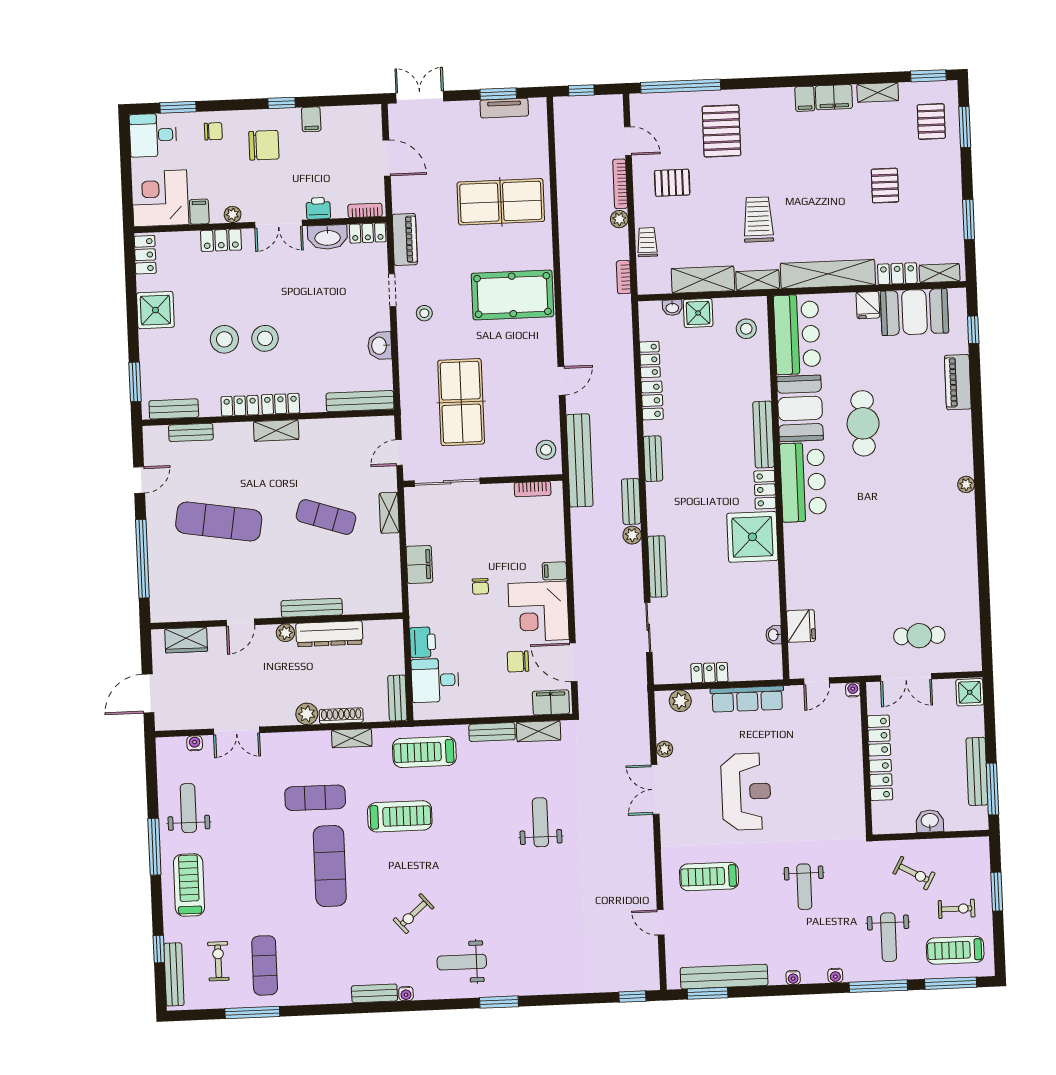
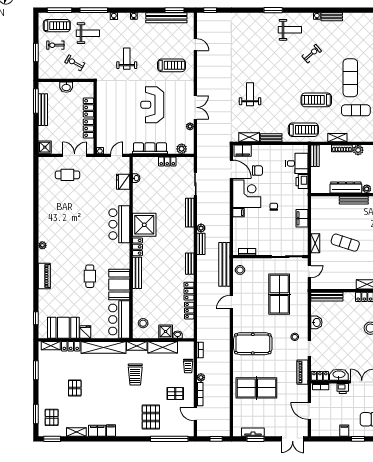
piano: (958, 382) -> (44, 276), moved
cafe table: (863, 423) -> (90, 276), width x0.73, depth x0.74
bar counter: (803, 482) -> (119, 224), moved
weight bench: (540, 822) -> (250, 94), turned 180
weight bench: (889, 937) -> (88, 33), turned 90

